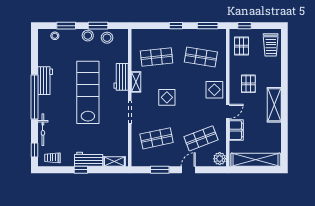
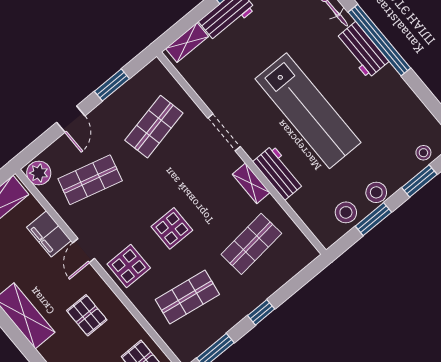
workbench: (45, 81) -> (362, 50), moved
display table: (167, 97) -> (172, 228), moved
shop shelf: (201, 138) -> (90, 180), turned 36

